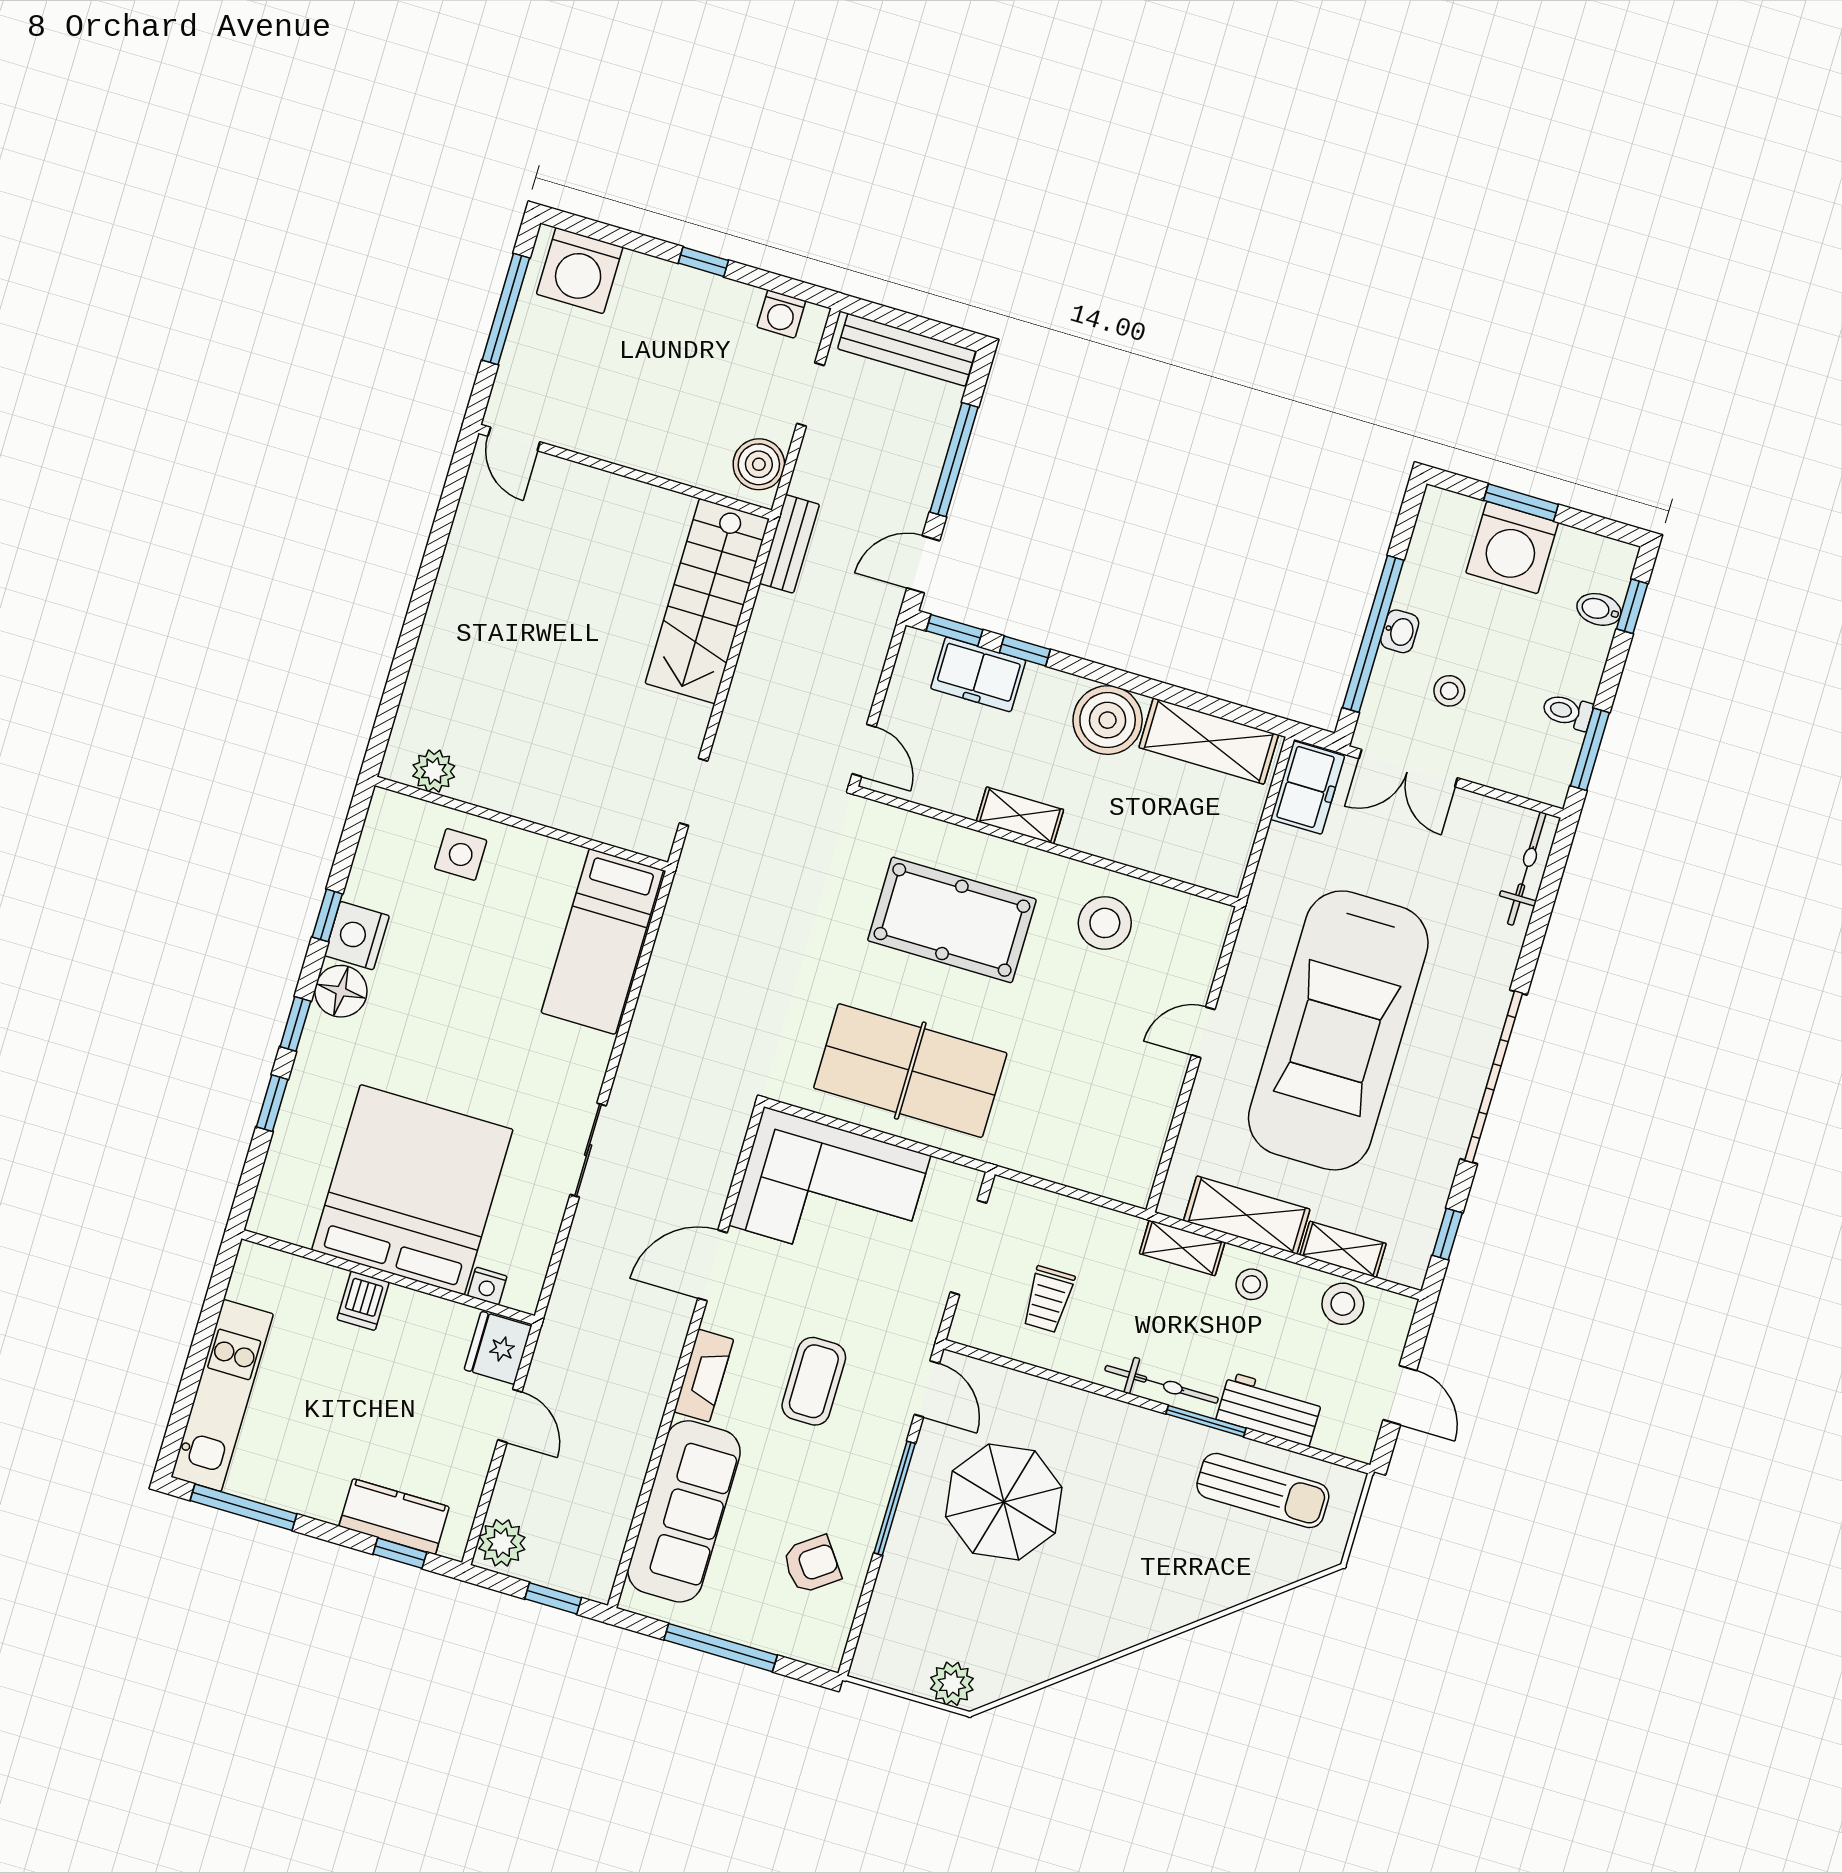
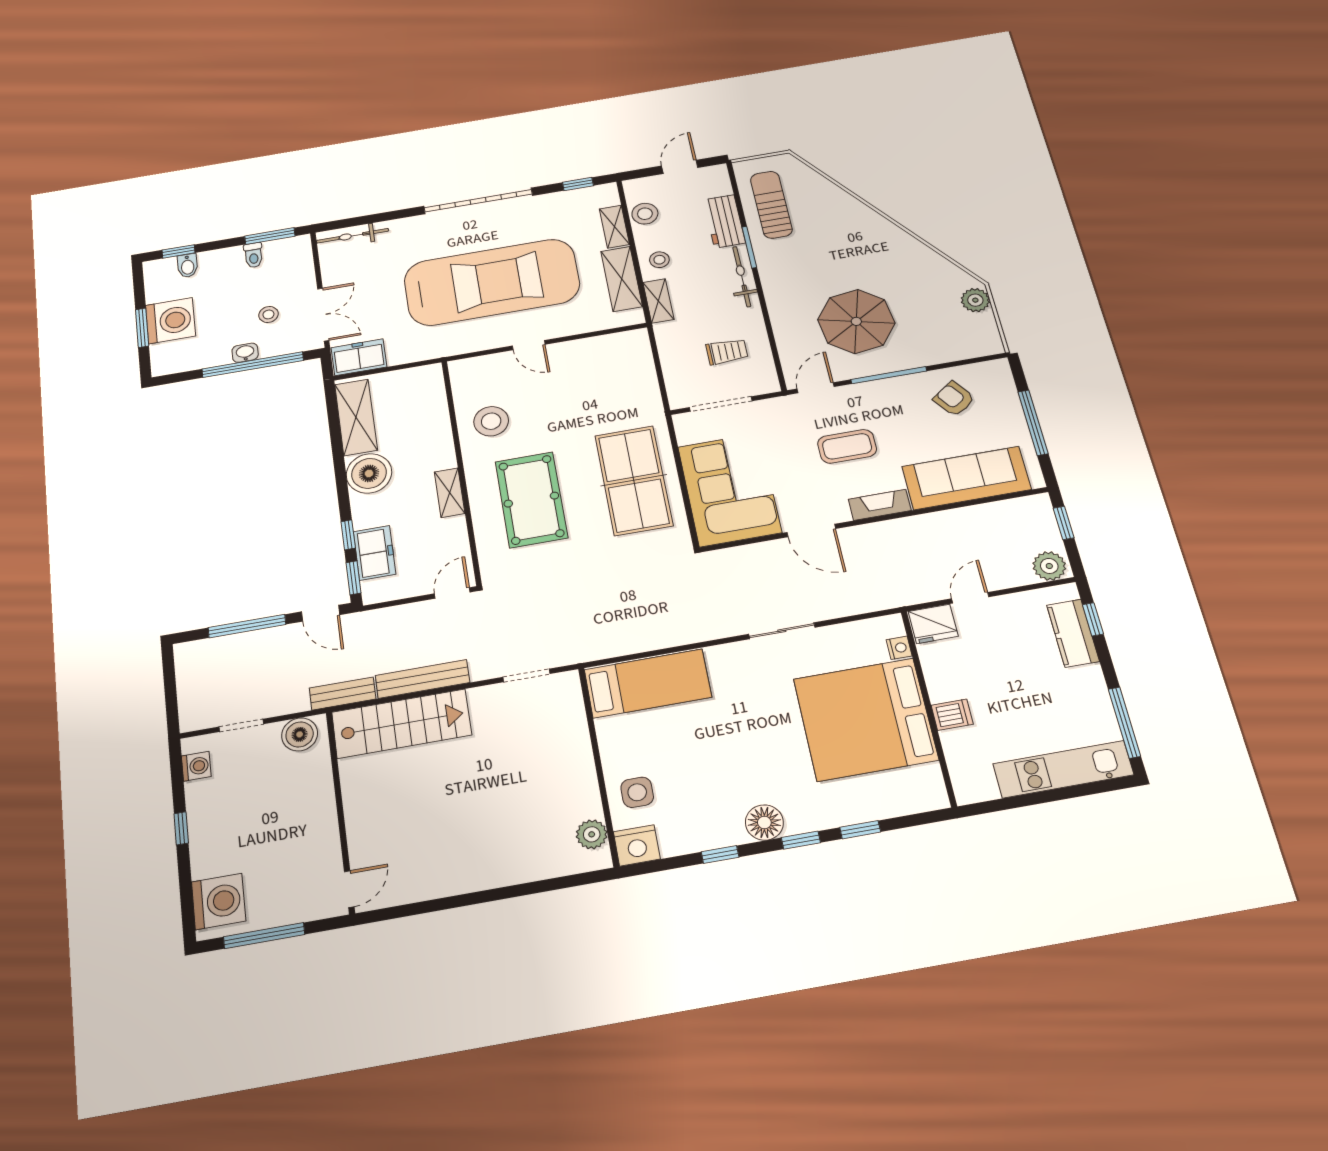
bench: (907, 350) -> (422, 679), moved, turned 90
nightstand: (357, 936) -> (637, 845), moved

